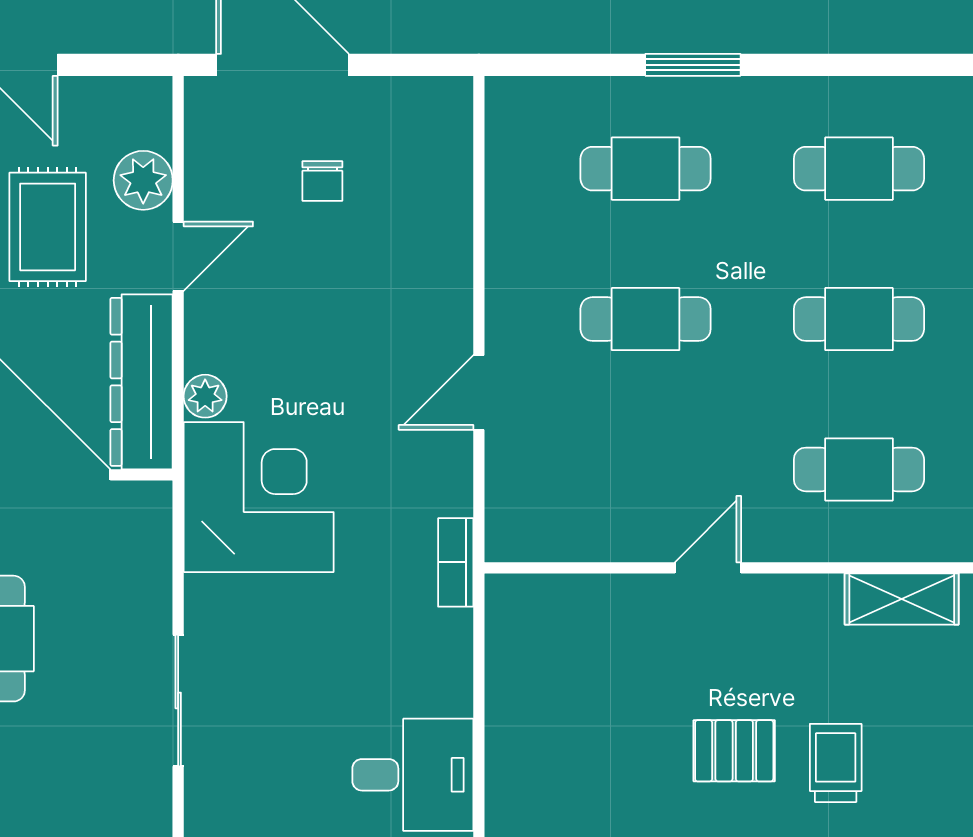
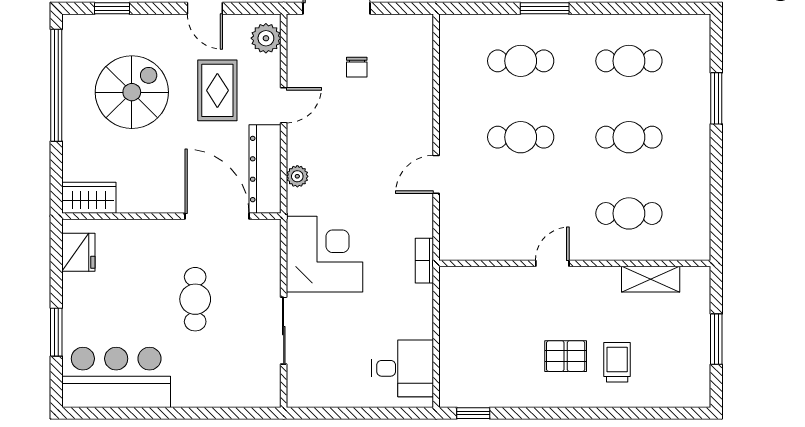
plant: (143, 180) -> (266, 38), moved
corner desk: (259, 497) -> (324, 254), moved

